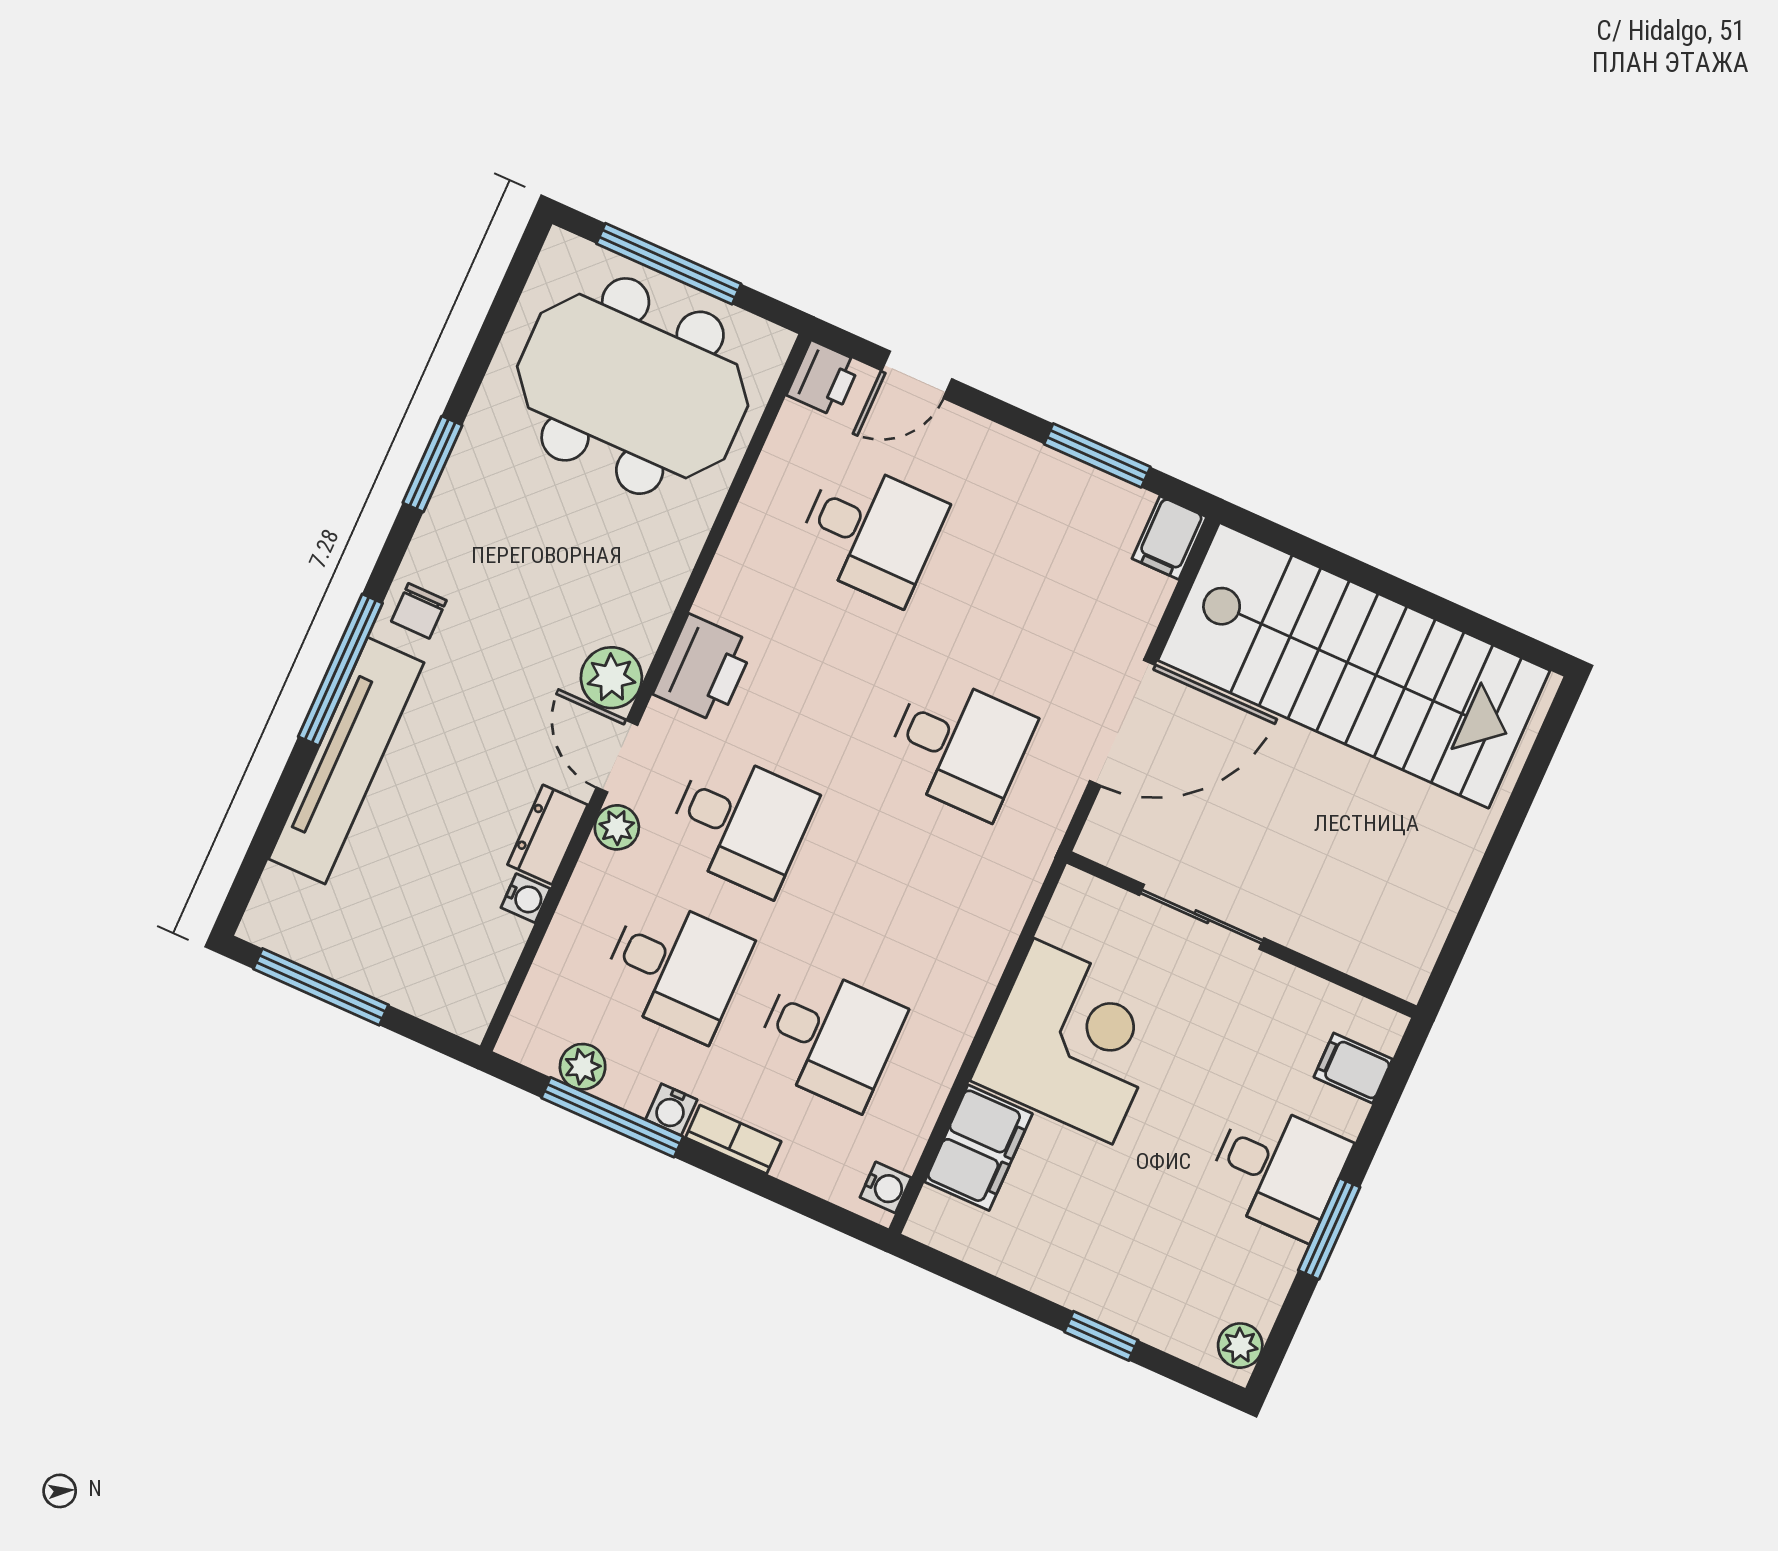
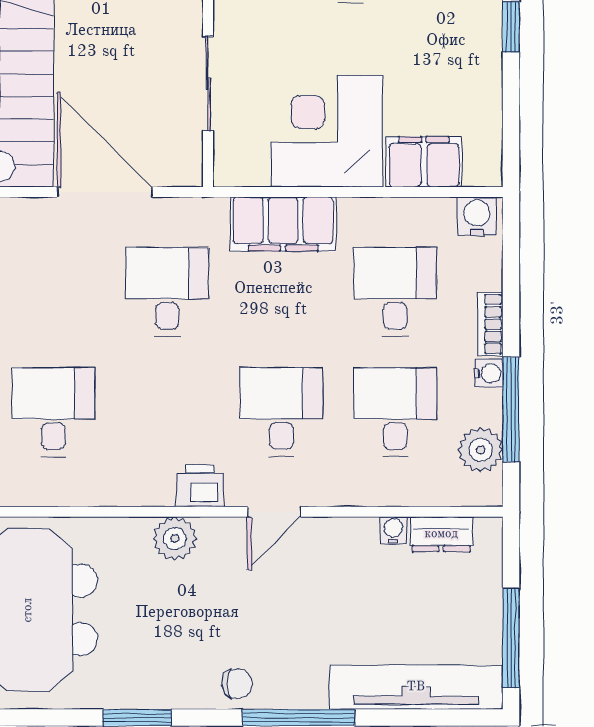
printer: (704, 669) -> (200, 486), width x0.73, depth x0.81
plant: (611, 678) -> (175, 538), moved
tv unit: (346, 761) -> (416, 687), moved
plant: (617, 827) -> (321, 491), removed
dresser: (548, 835) -> (441, 534), moved
filing cabinet: (979, 932) -> (283, 224), added
plant: (583, 1067) -> (481, 450), width x1.38, depth x1.38
water cooler: (886, 1187) -> (477, 216), width x1.38, depth x1.38

